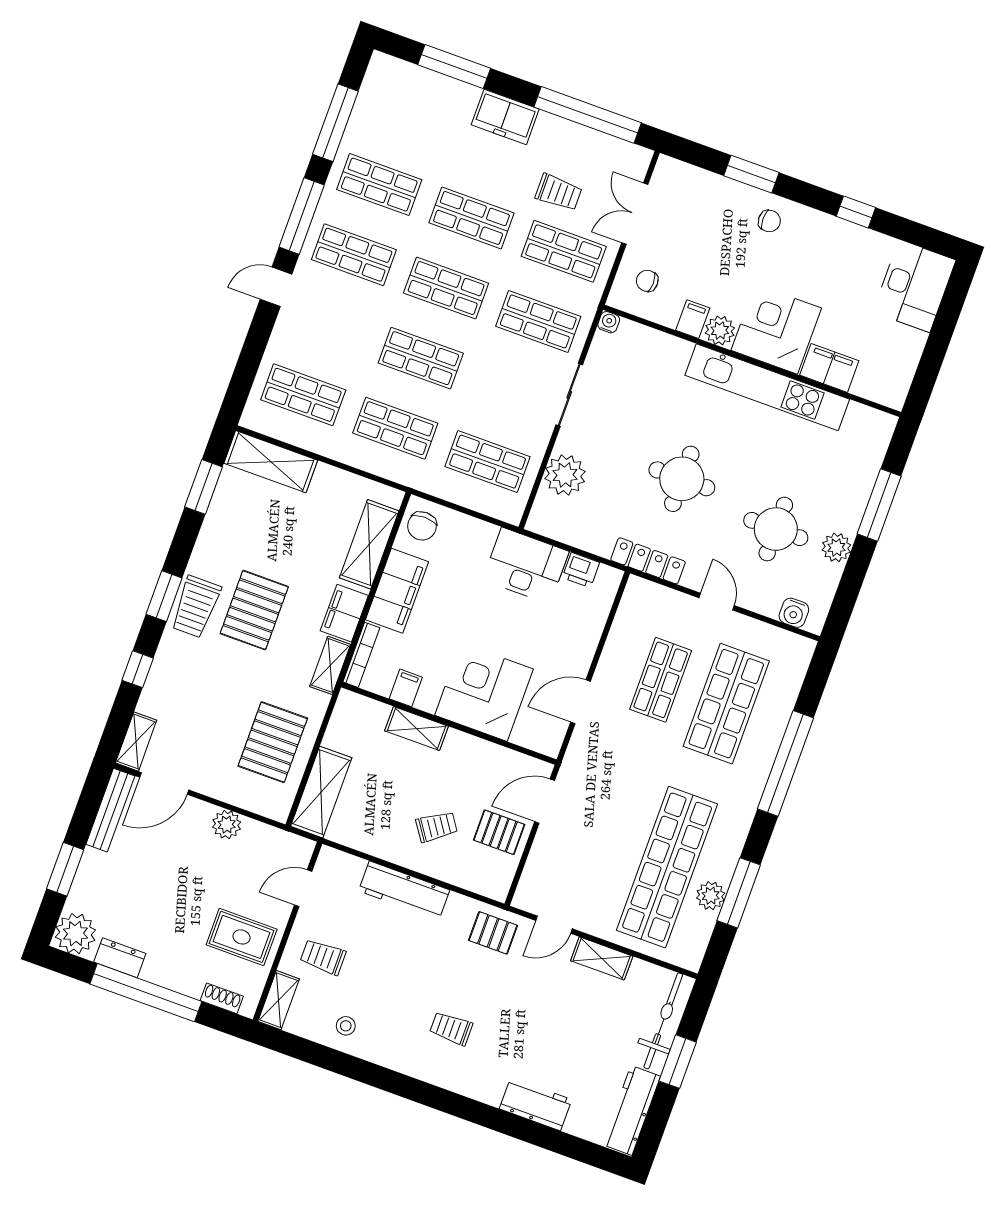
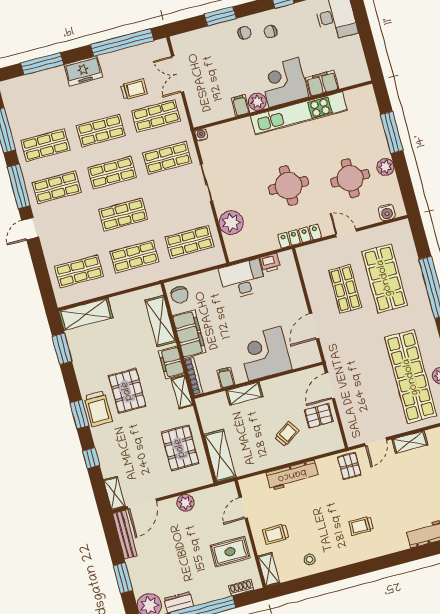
chair: (647, 281) -> (270, 32), moved
pallet: (493, 933) -> (349, 466), turned 90

